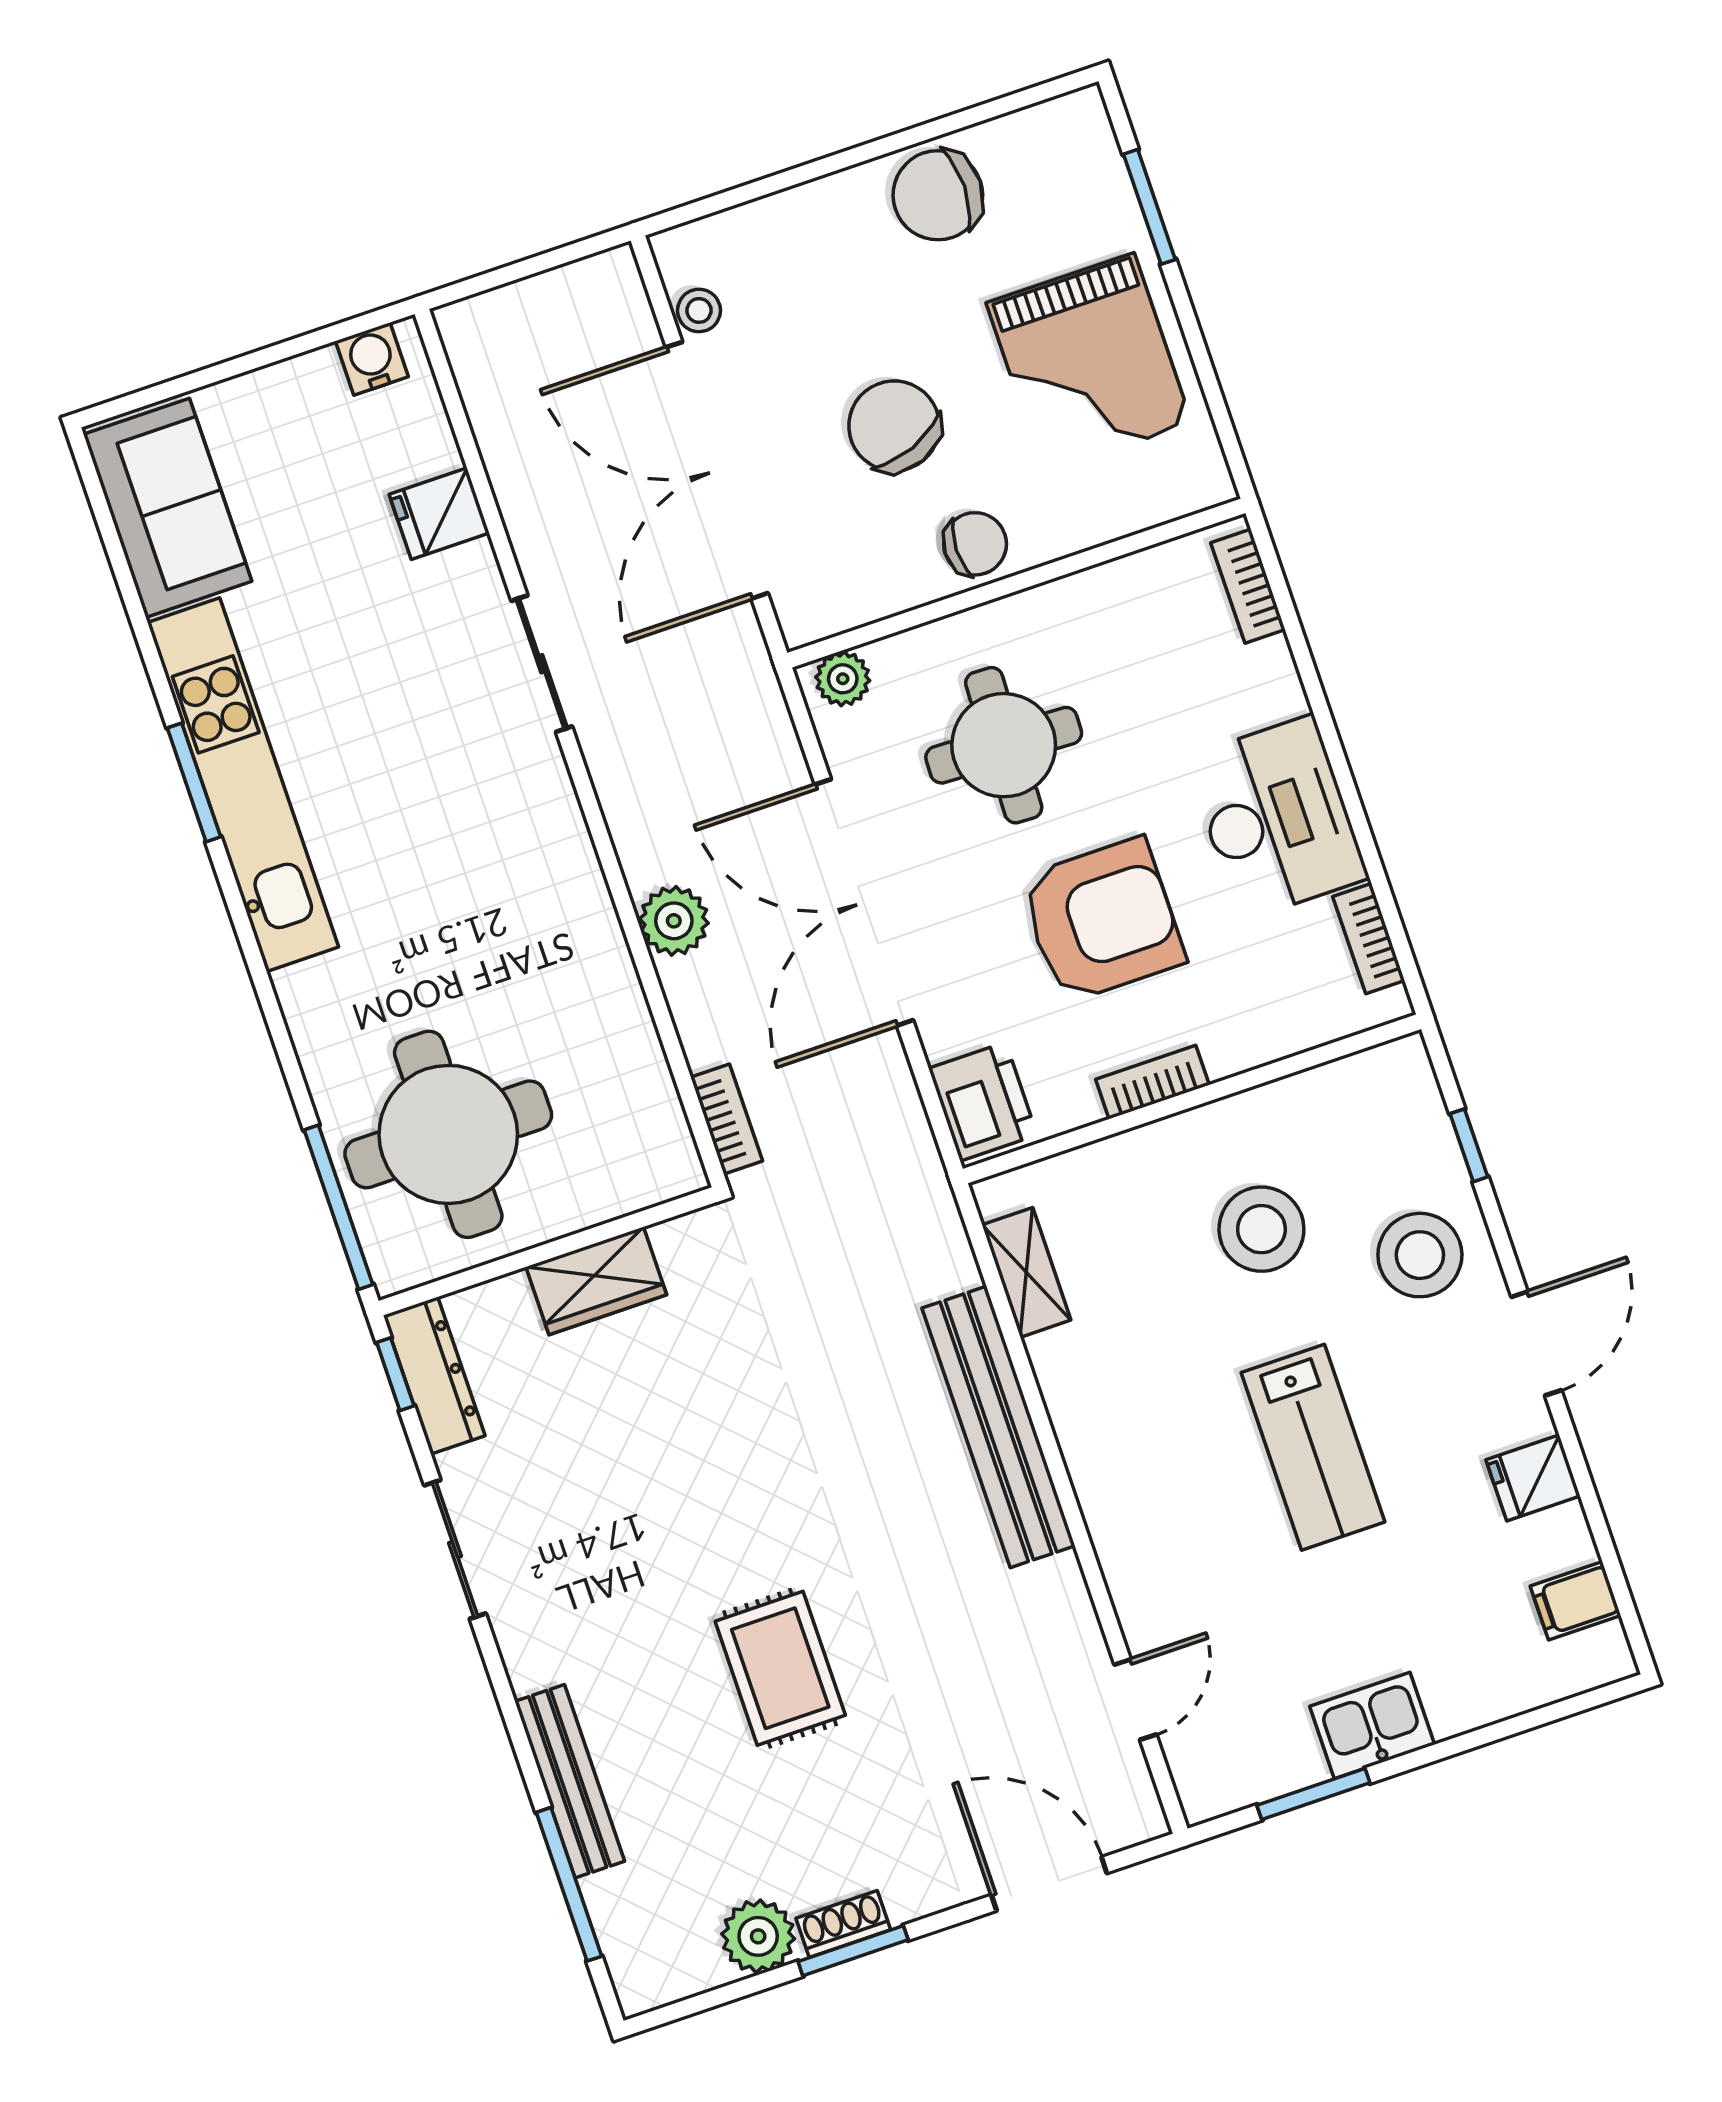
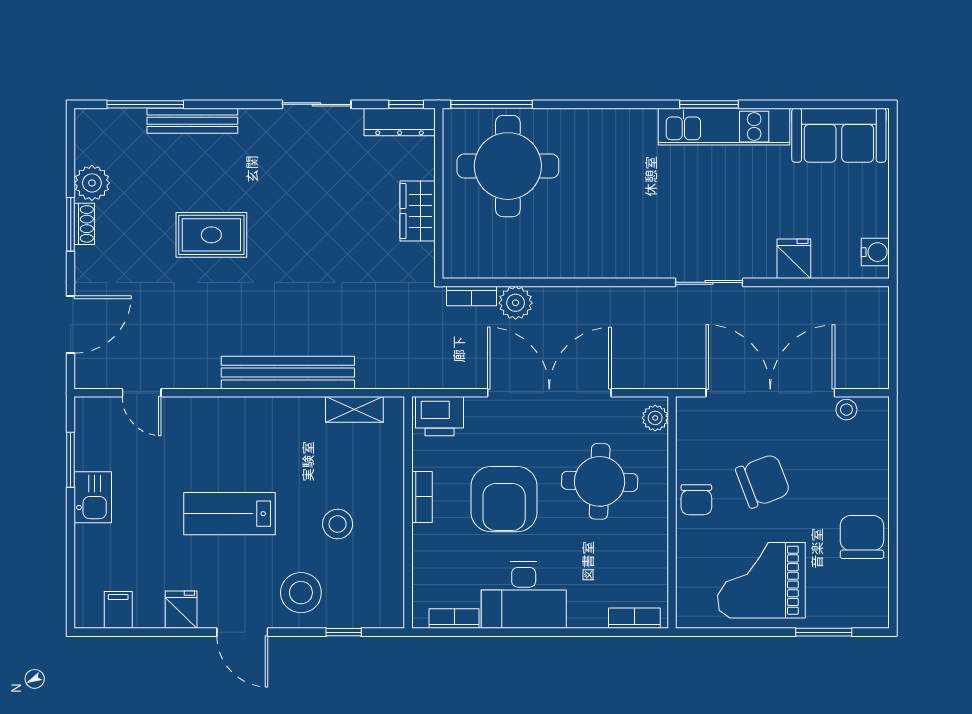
kitchen unit: (243, 785) -> (724, 127), width x0.73
plant: (674, 921) -> (516, 303), moved
stool: (1261, 1229) -> (338, 524), width x0.73, depth x0.73

